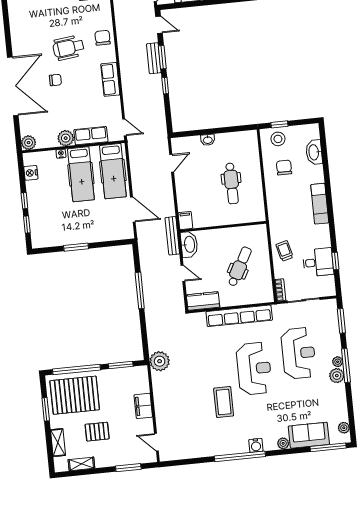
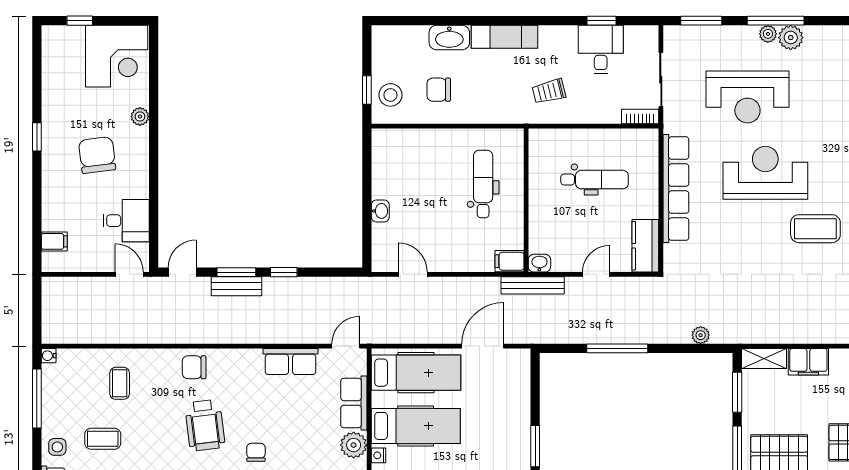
row of seats: (110, 79) -> (291, 362), moved
washbasin: (314, 152) -> (449, 38), moved
dental chair: (232, 183) -> (483, 184), moved, turned -90
washbasin: (189, 244) -> (539, 263), width x0.52, depth x0.69
trolley: (284, 251) -> (549, 91), moved
dental chair: (240, 267) -> (595, 180), turned 151
reception desk: (298, 353) -> (747, 97), turned 180
plant: (160, 361) -> (701, 335), moved, width x0.53, depth x0.53
shelving: (143, 379) -> (764, 359), added

